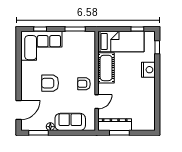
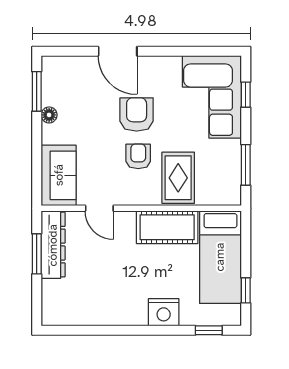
rug: (82, 62) -> (178, 178), added
armchair: (84, 84) -> (138, 156), moved
door: (19, 110) -> (118, 51), moved
sofa: (70, 122) -> (59, 175), moved

